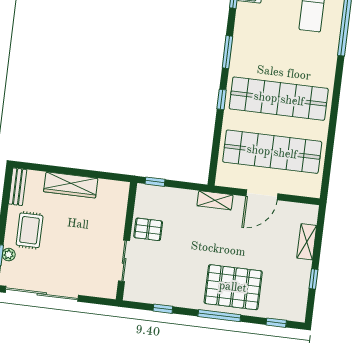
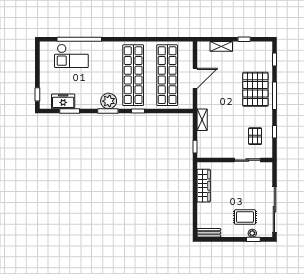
plant: (243, 55) -> (109, 101), added
wardrobe: (71, 185) -> (204, 186), moved
door: (262, 195) -> (195, 78), hinge flipped
shelving: (215, 200) -> (202, 120), moved
pallet: (148, 229) -> (255, 136), moved
rug: (30, 230) -> (245, 217), moved

